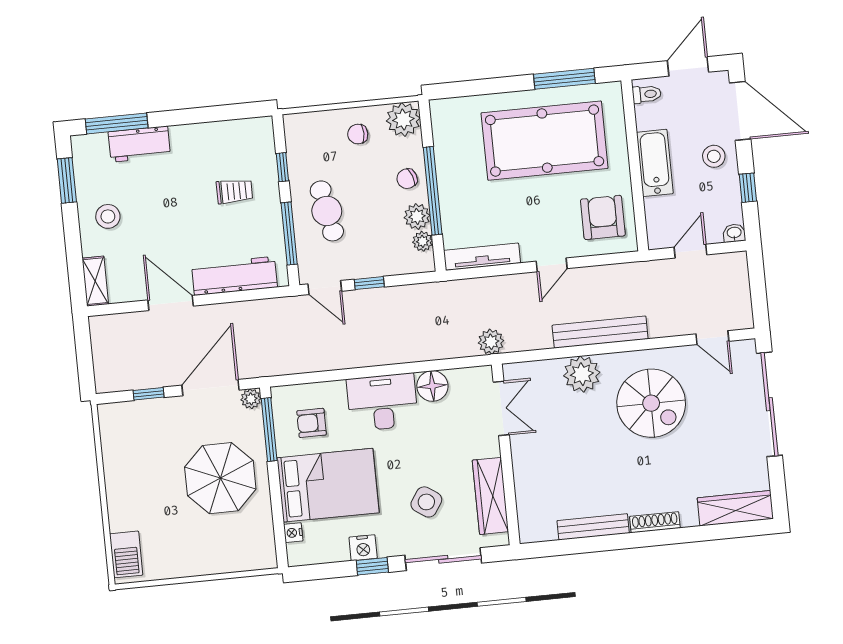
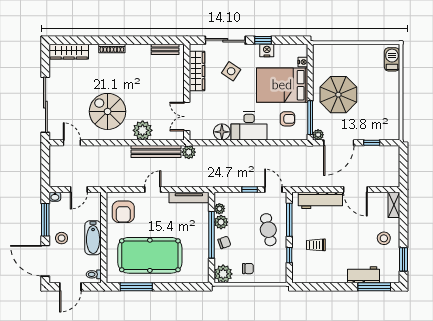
window: (748, 188) -> (45, 220), width x2.17
bench: (600, 332) -> (156, 152), moved
bench: (593, 527) -> (165, 49), moved, width x0.73

